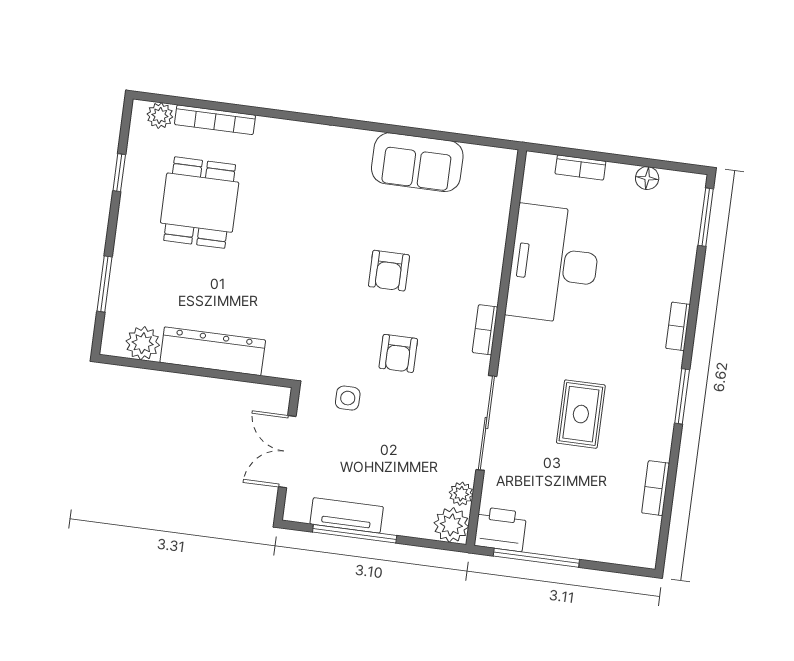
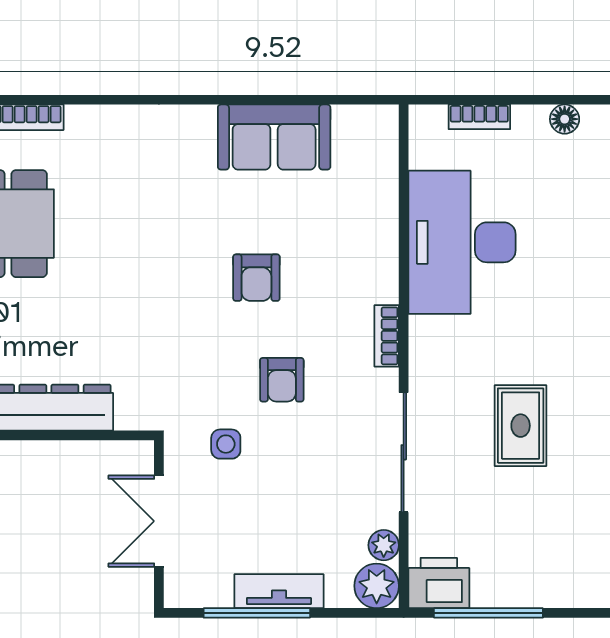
tv unit: (347, 515) -> (279, 591), moved

